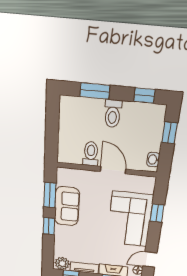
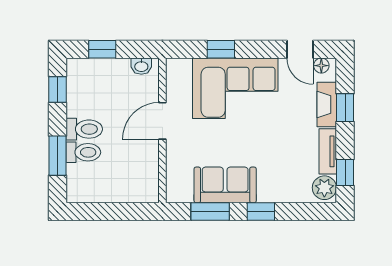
toilet: (91, 154) -> (83, 152), moved, turned 180

